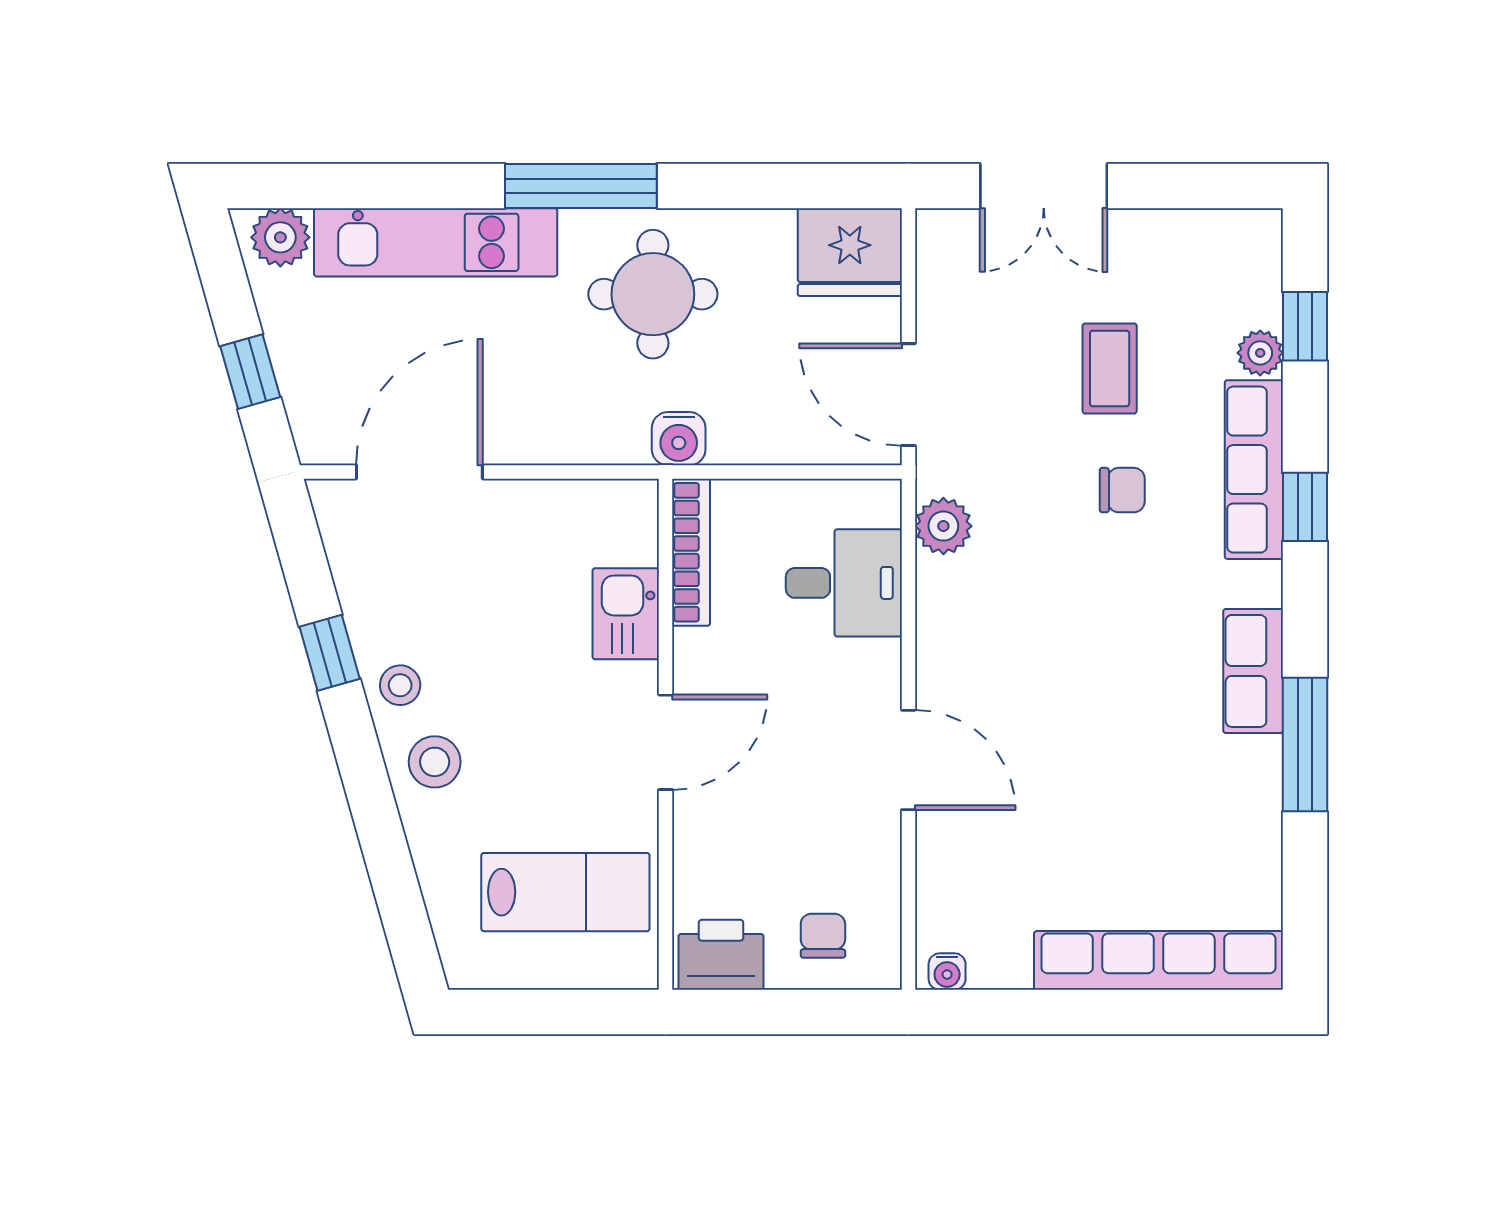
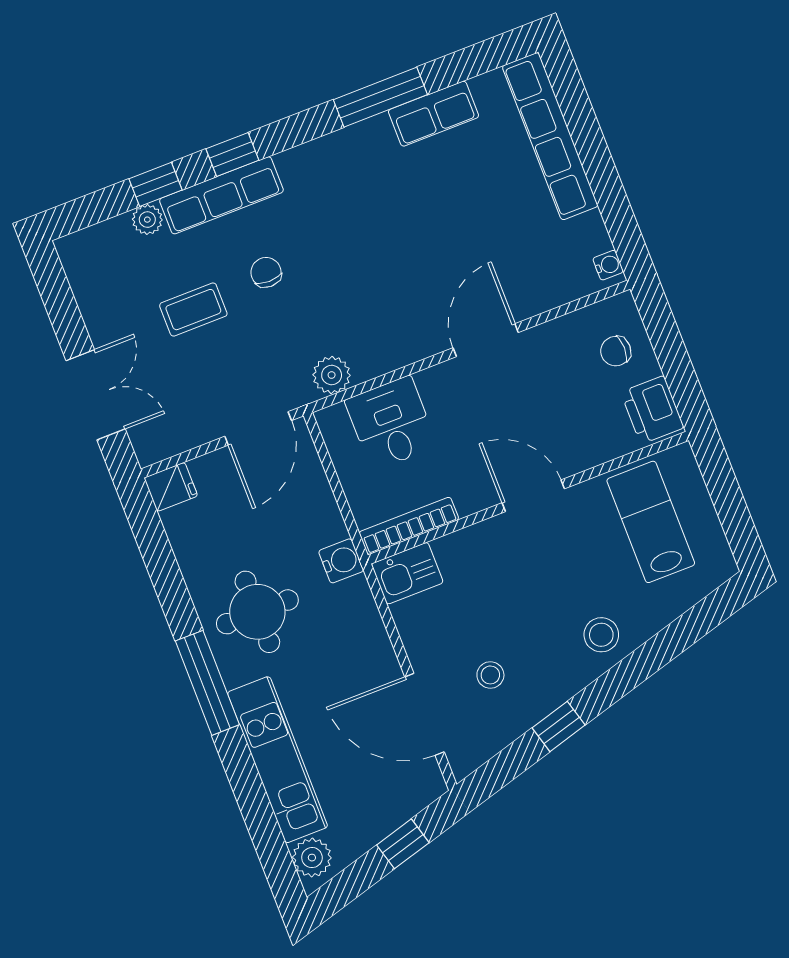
fridge: (850, 252) -> (171, 487), width x0.53, depth x0.75
window: (1305, 326) -> (155, 184), moved
kitchen sink: (626, 614) -> (407, 573), moved
row of seats: (1253, 671) -> (433, 114), moved
stool: (400, 685) -> (490, 675), moved

